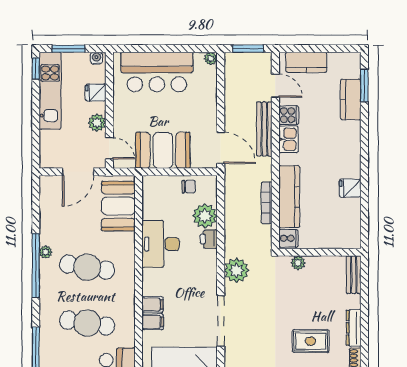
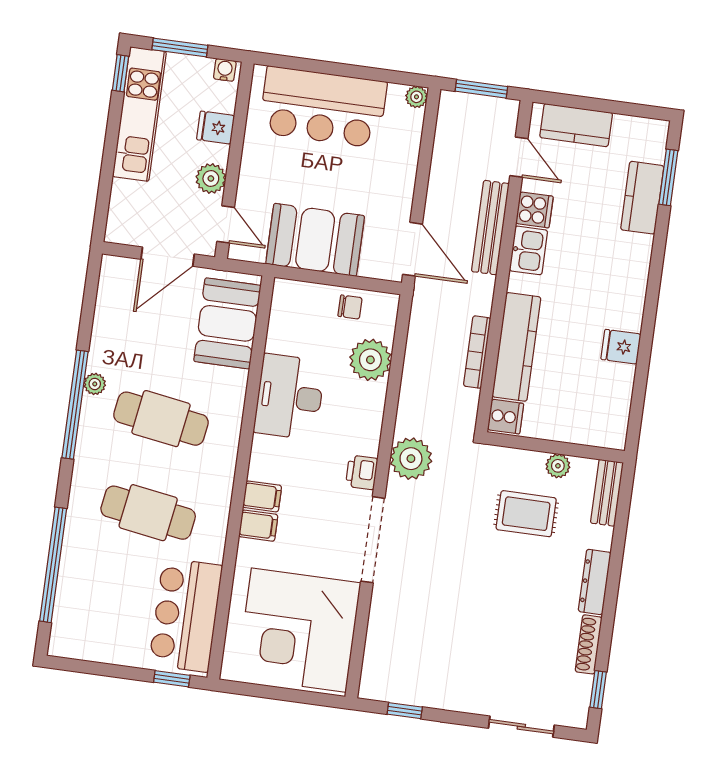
printer: (209, 239) -> (362, 472), moved
plant: (298, 263) -> (558, 466), moved
rug: (311, 341) -> (526, 514), moved

